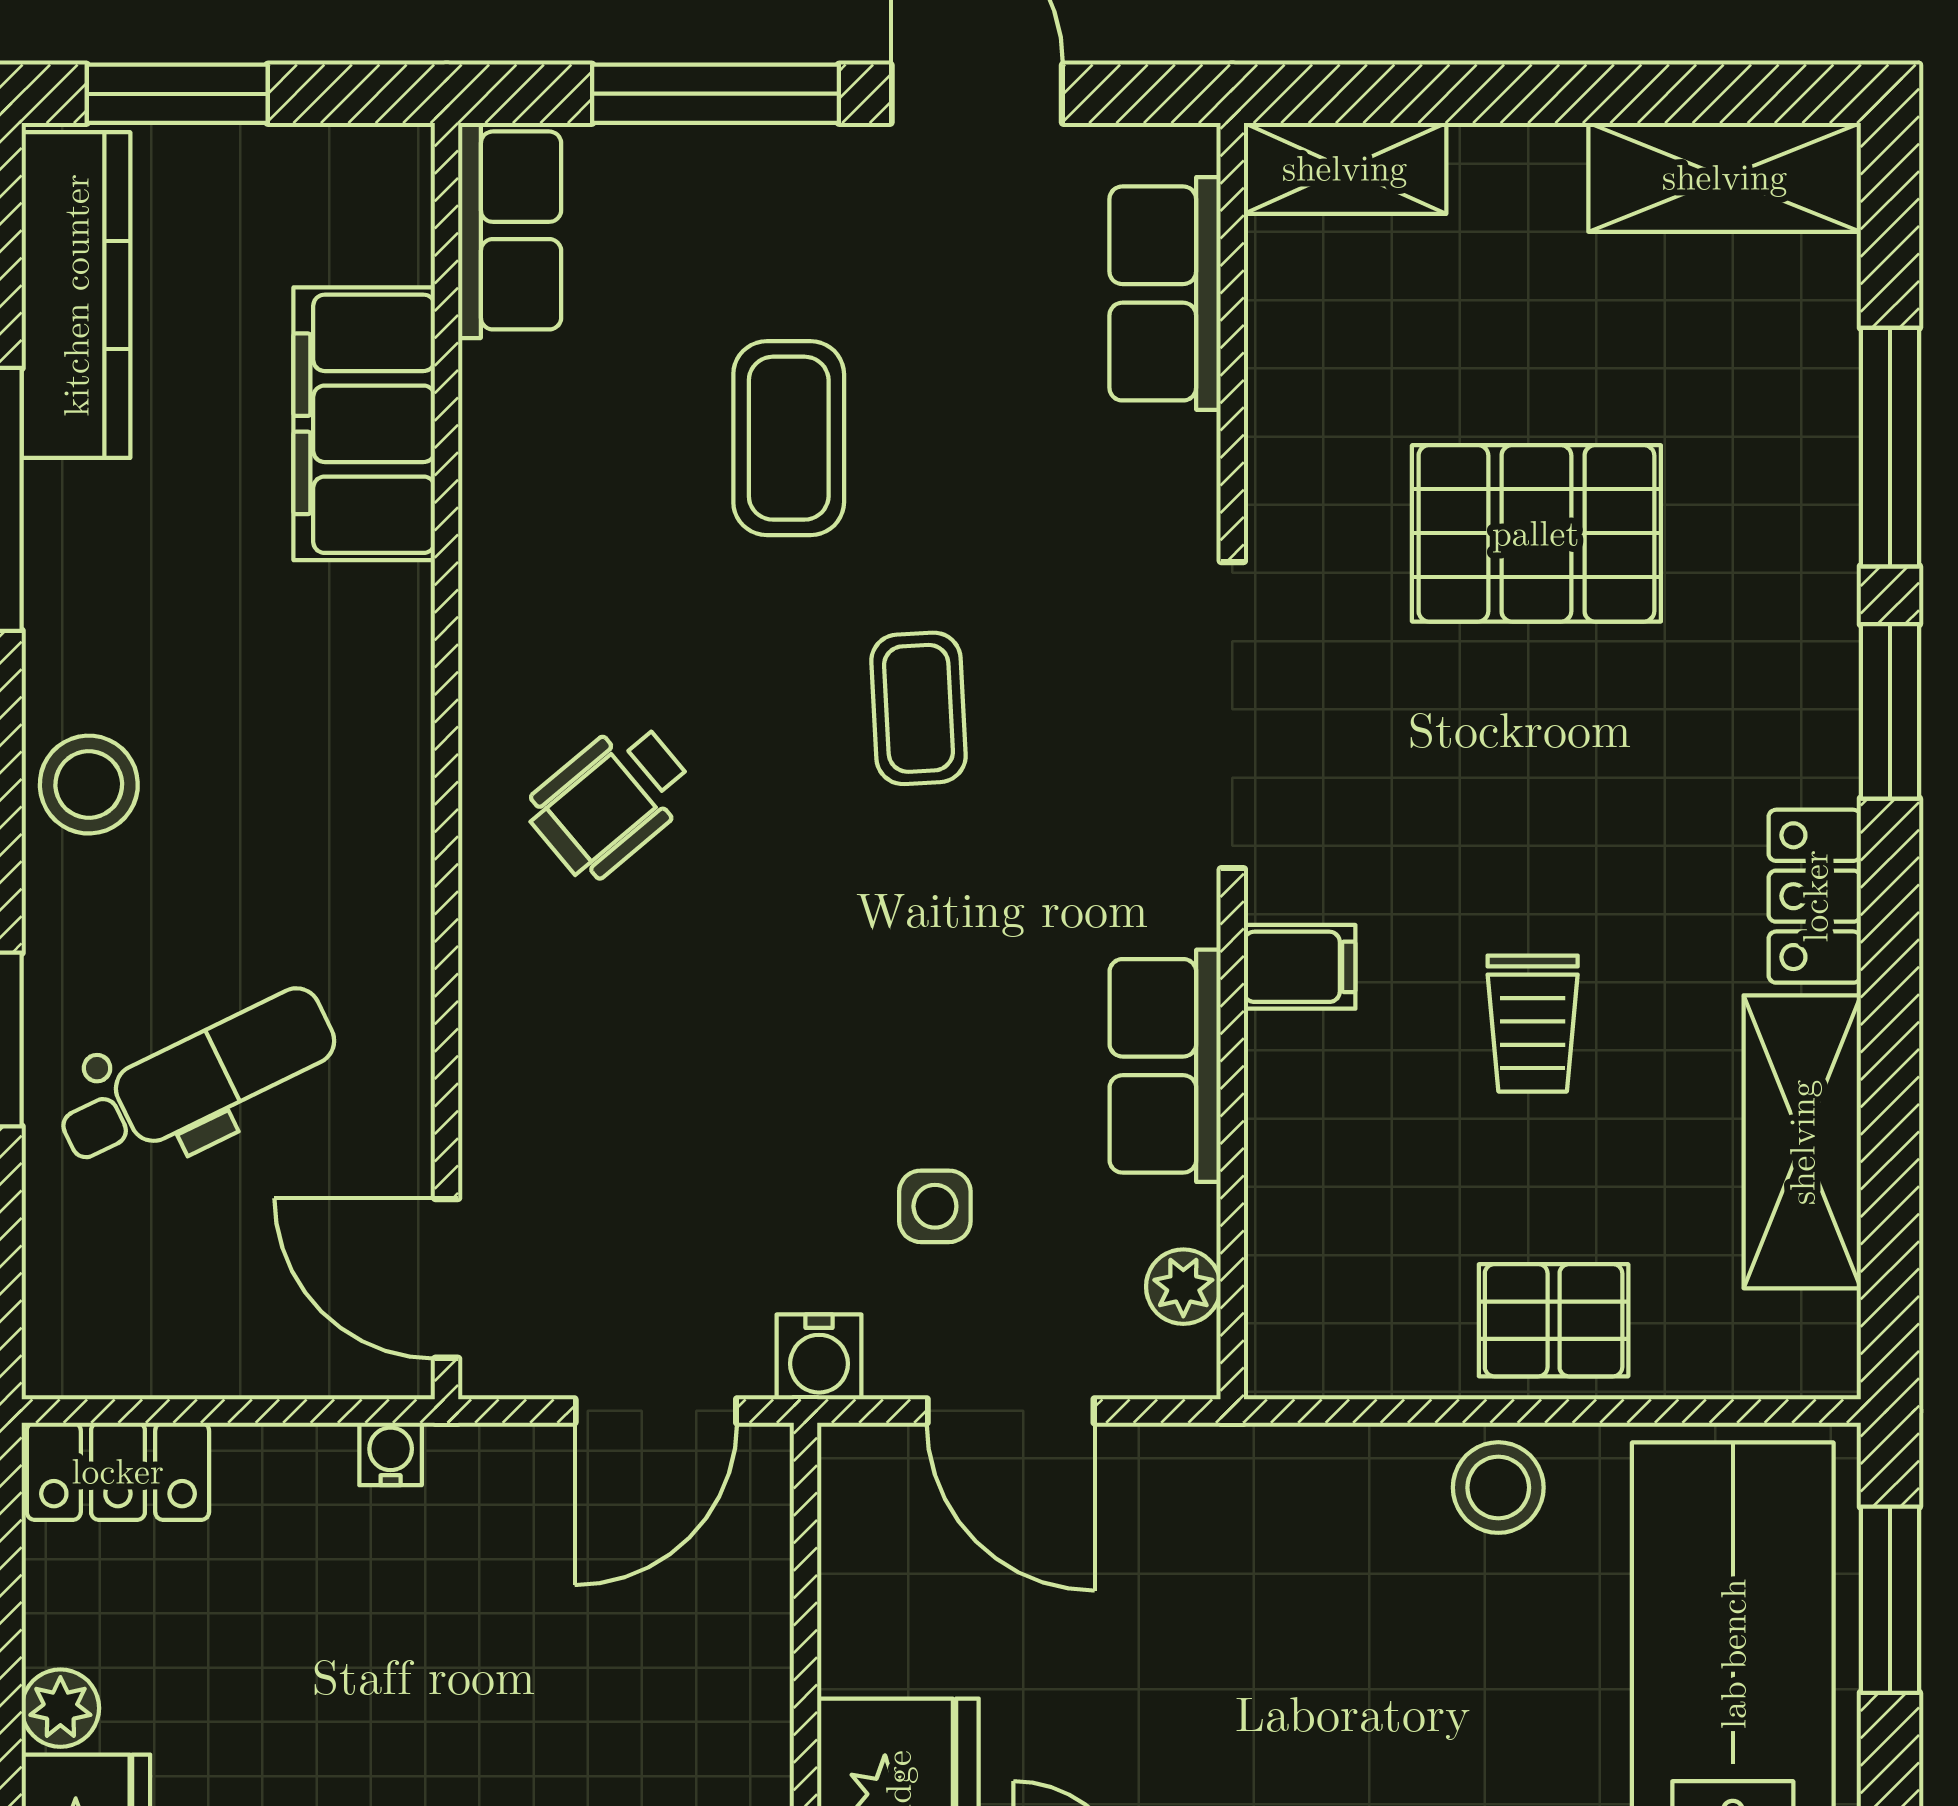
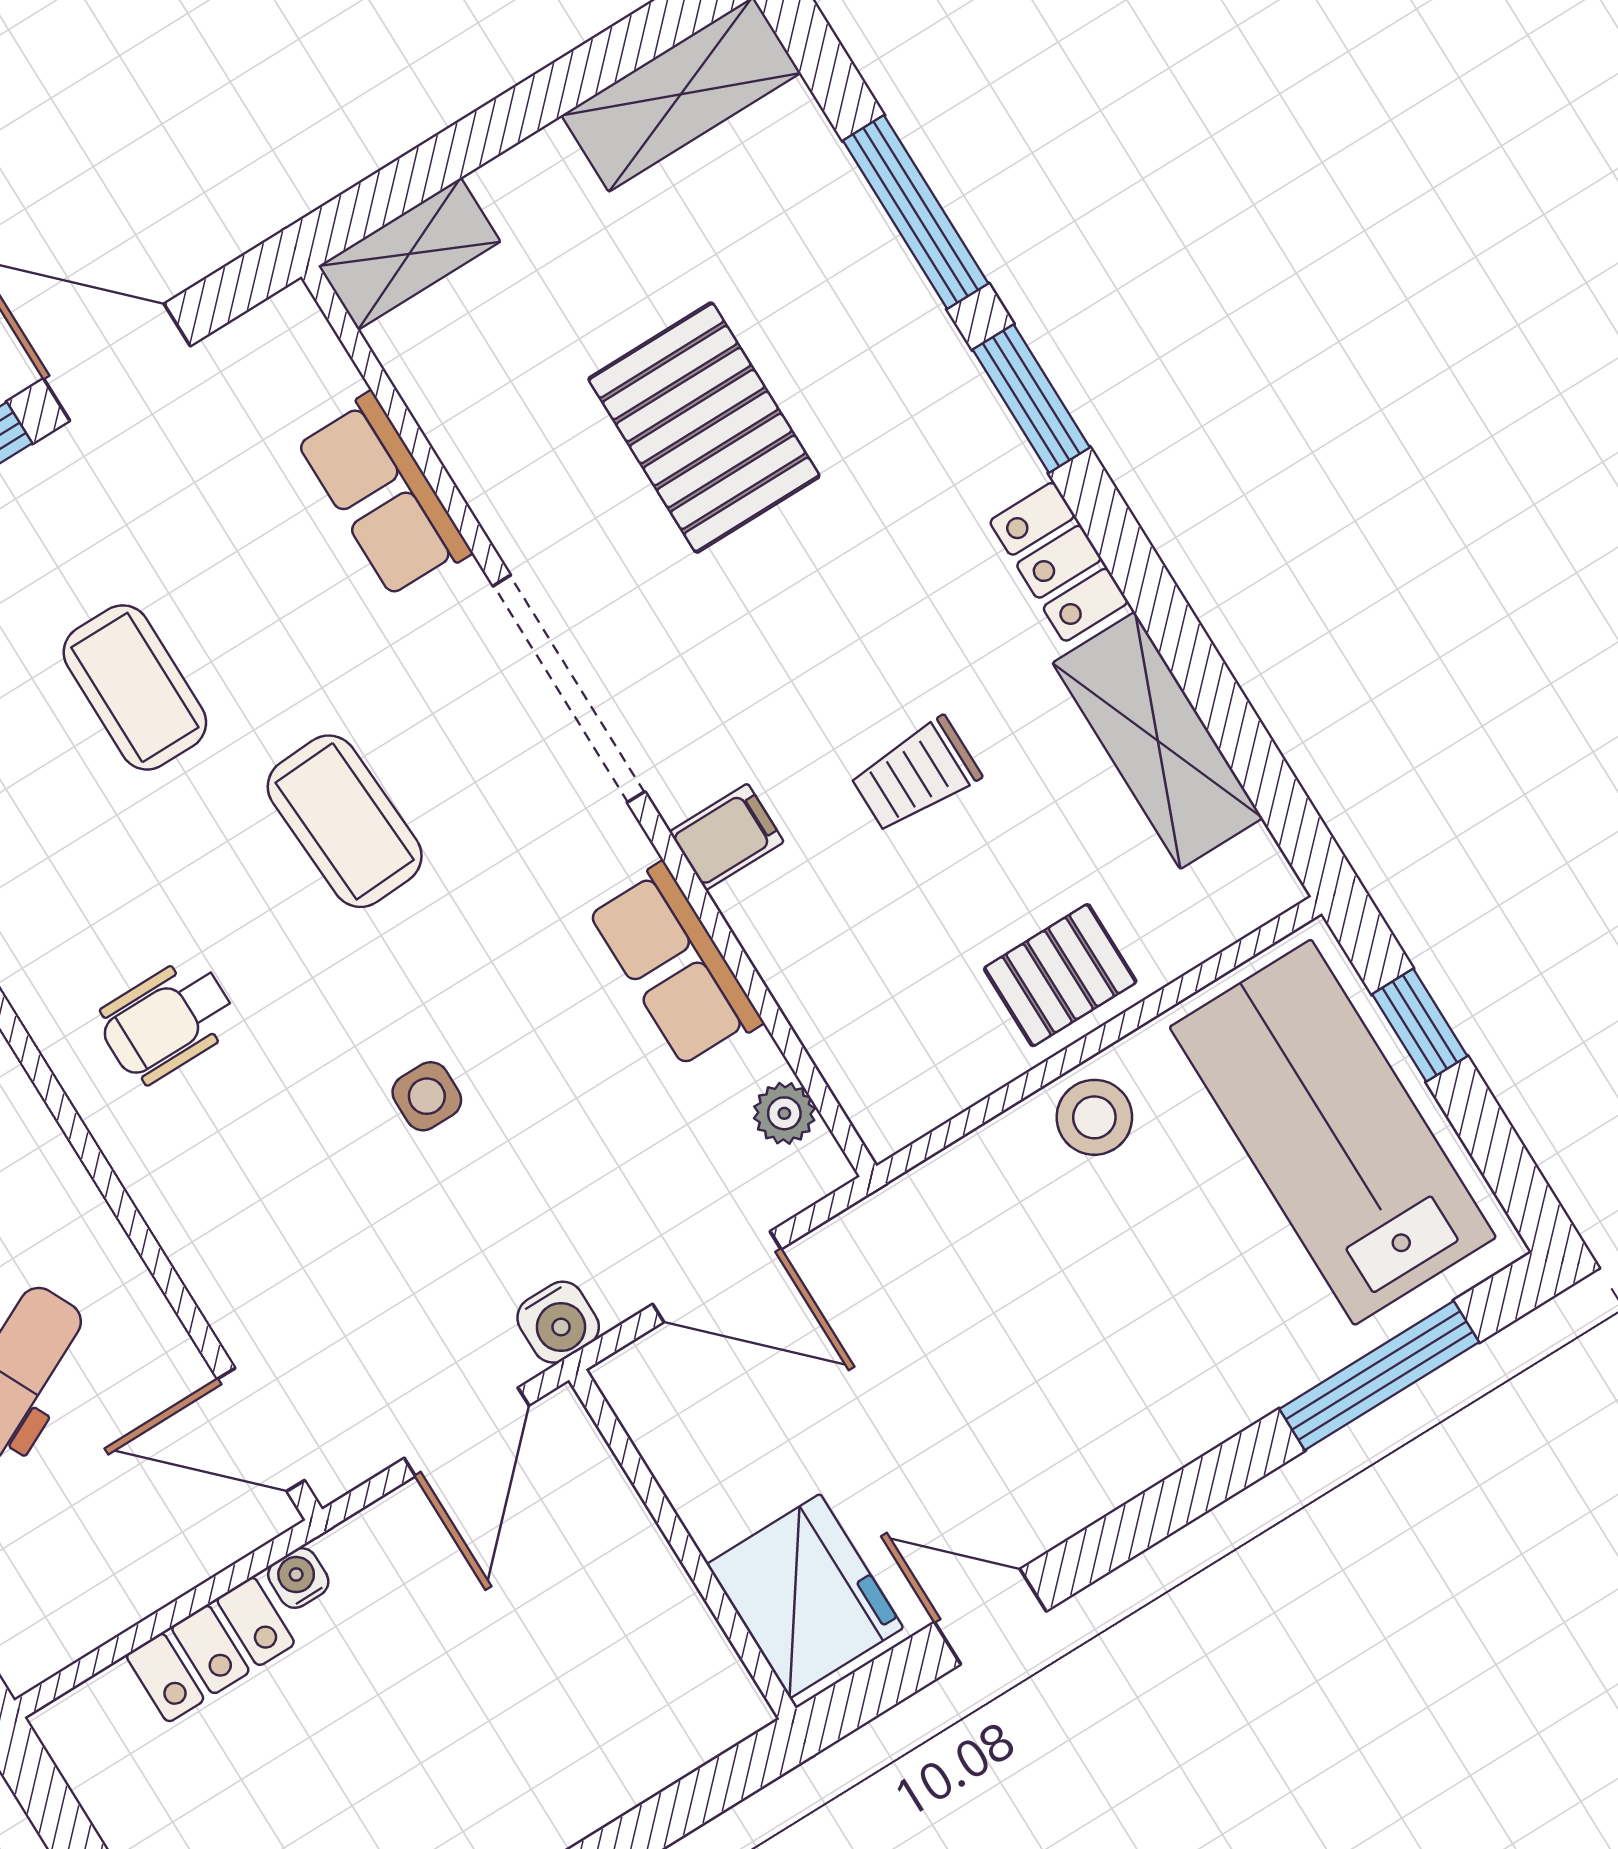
row of seats: (1165, 293) -> (383, 496), moved
pallet: (1536, 533) -> (704, 428), turned 90
coffee table: (918, 708) -> (345, 821), width x1.36, depth x1.30
wheelchair: (610, 800) -> (167, 1021), turned 40
trolley: (1533, 1024) -> (916, 775), turned 90
side table: (935, 1206) -> (427, 1096), moved
locker: (118, 1471) -> (210, 1649), moved
window: (1890, 1600) -> (1420, 1025), width x0.67

